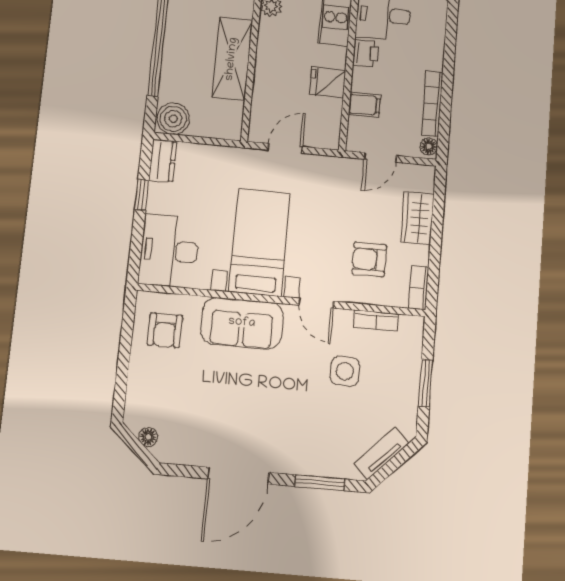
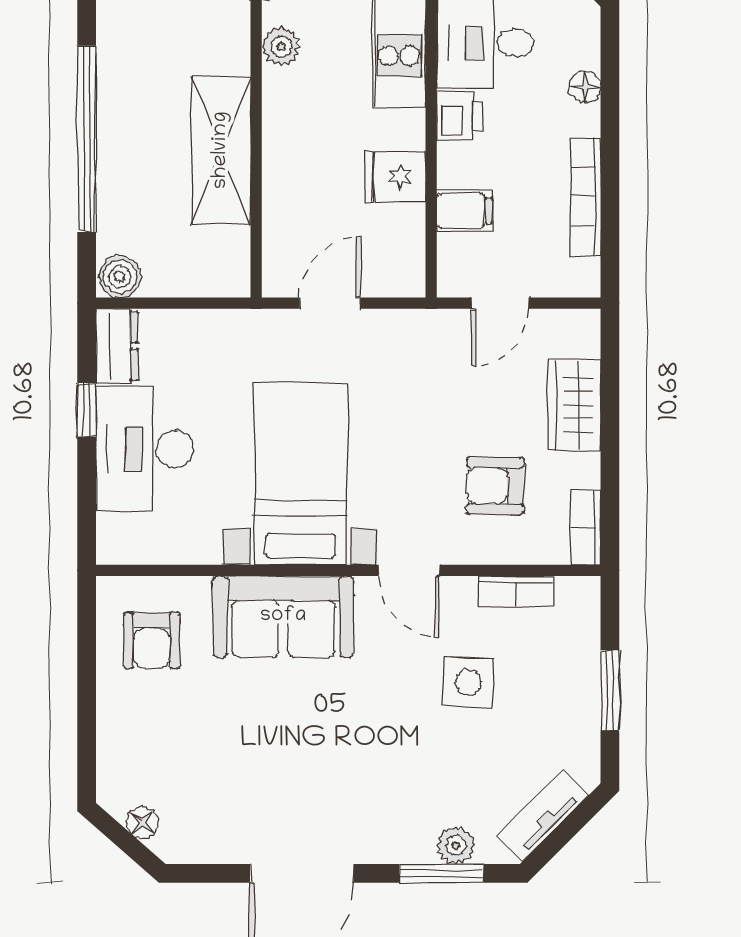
boiler: (173, 119) -> (120, 277), width x0.73, depth x0.73
floor lamp: (429, 146) -> (585, 87), moved
desk: (169, 251) -> (145, 449), moved
plant: (330, 467) -> (456, 845), added

